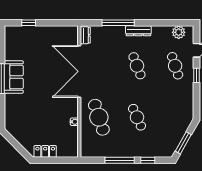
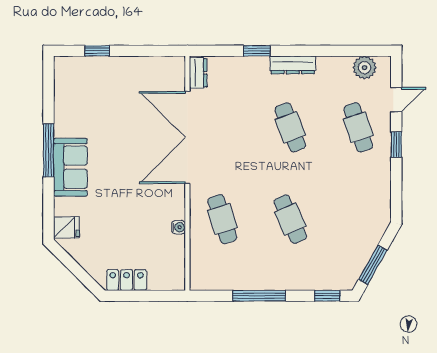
window: (118, 23) -> (257, 51), width x0.46
sofa: (14, 77) -> (70, 167), moved
cafe table: (99, 117) -> (222, 219), width x0.73, depth x0.74
fridge: (11, 122) -> (66, 228), added
window: (148, 160) -> (327, 296), moved

